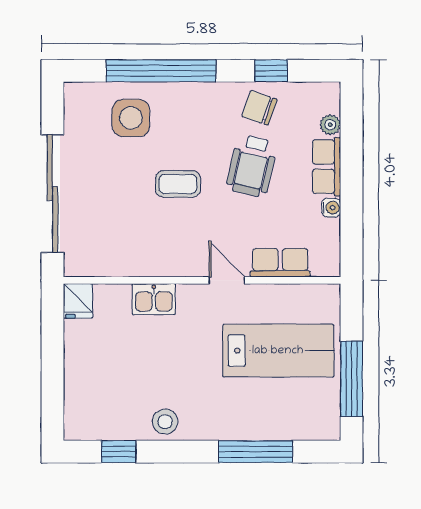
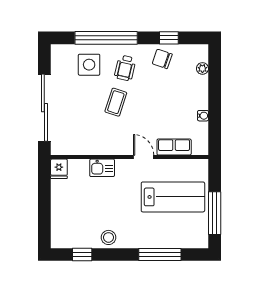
wheelchair: (252, 166) -> (125, 68), moved, width x0.73, depth x0.73
row of seats: (326, 167) -> (200, 92), removed
coffee table: (178, 184) -> (116, 102), turned -72

